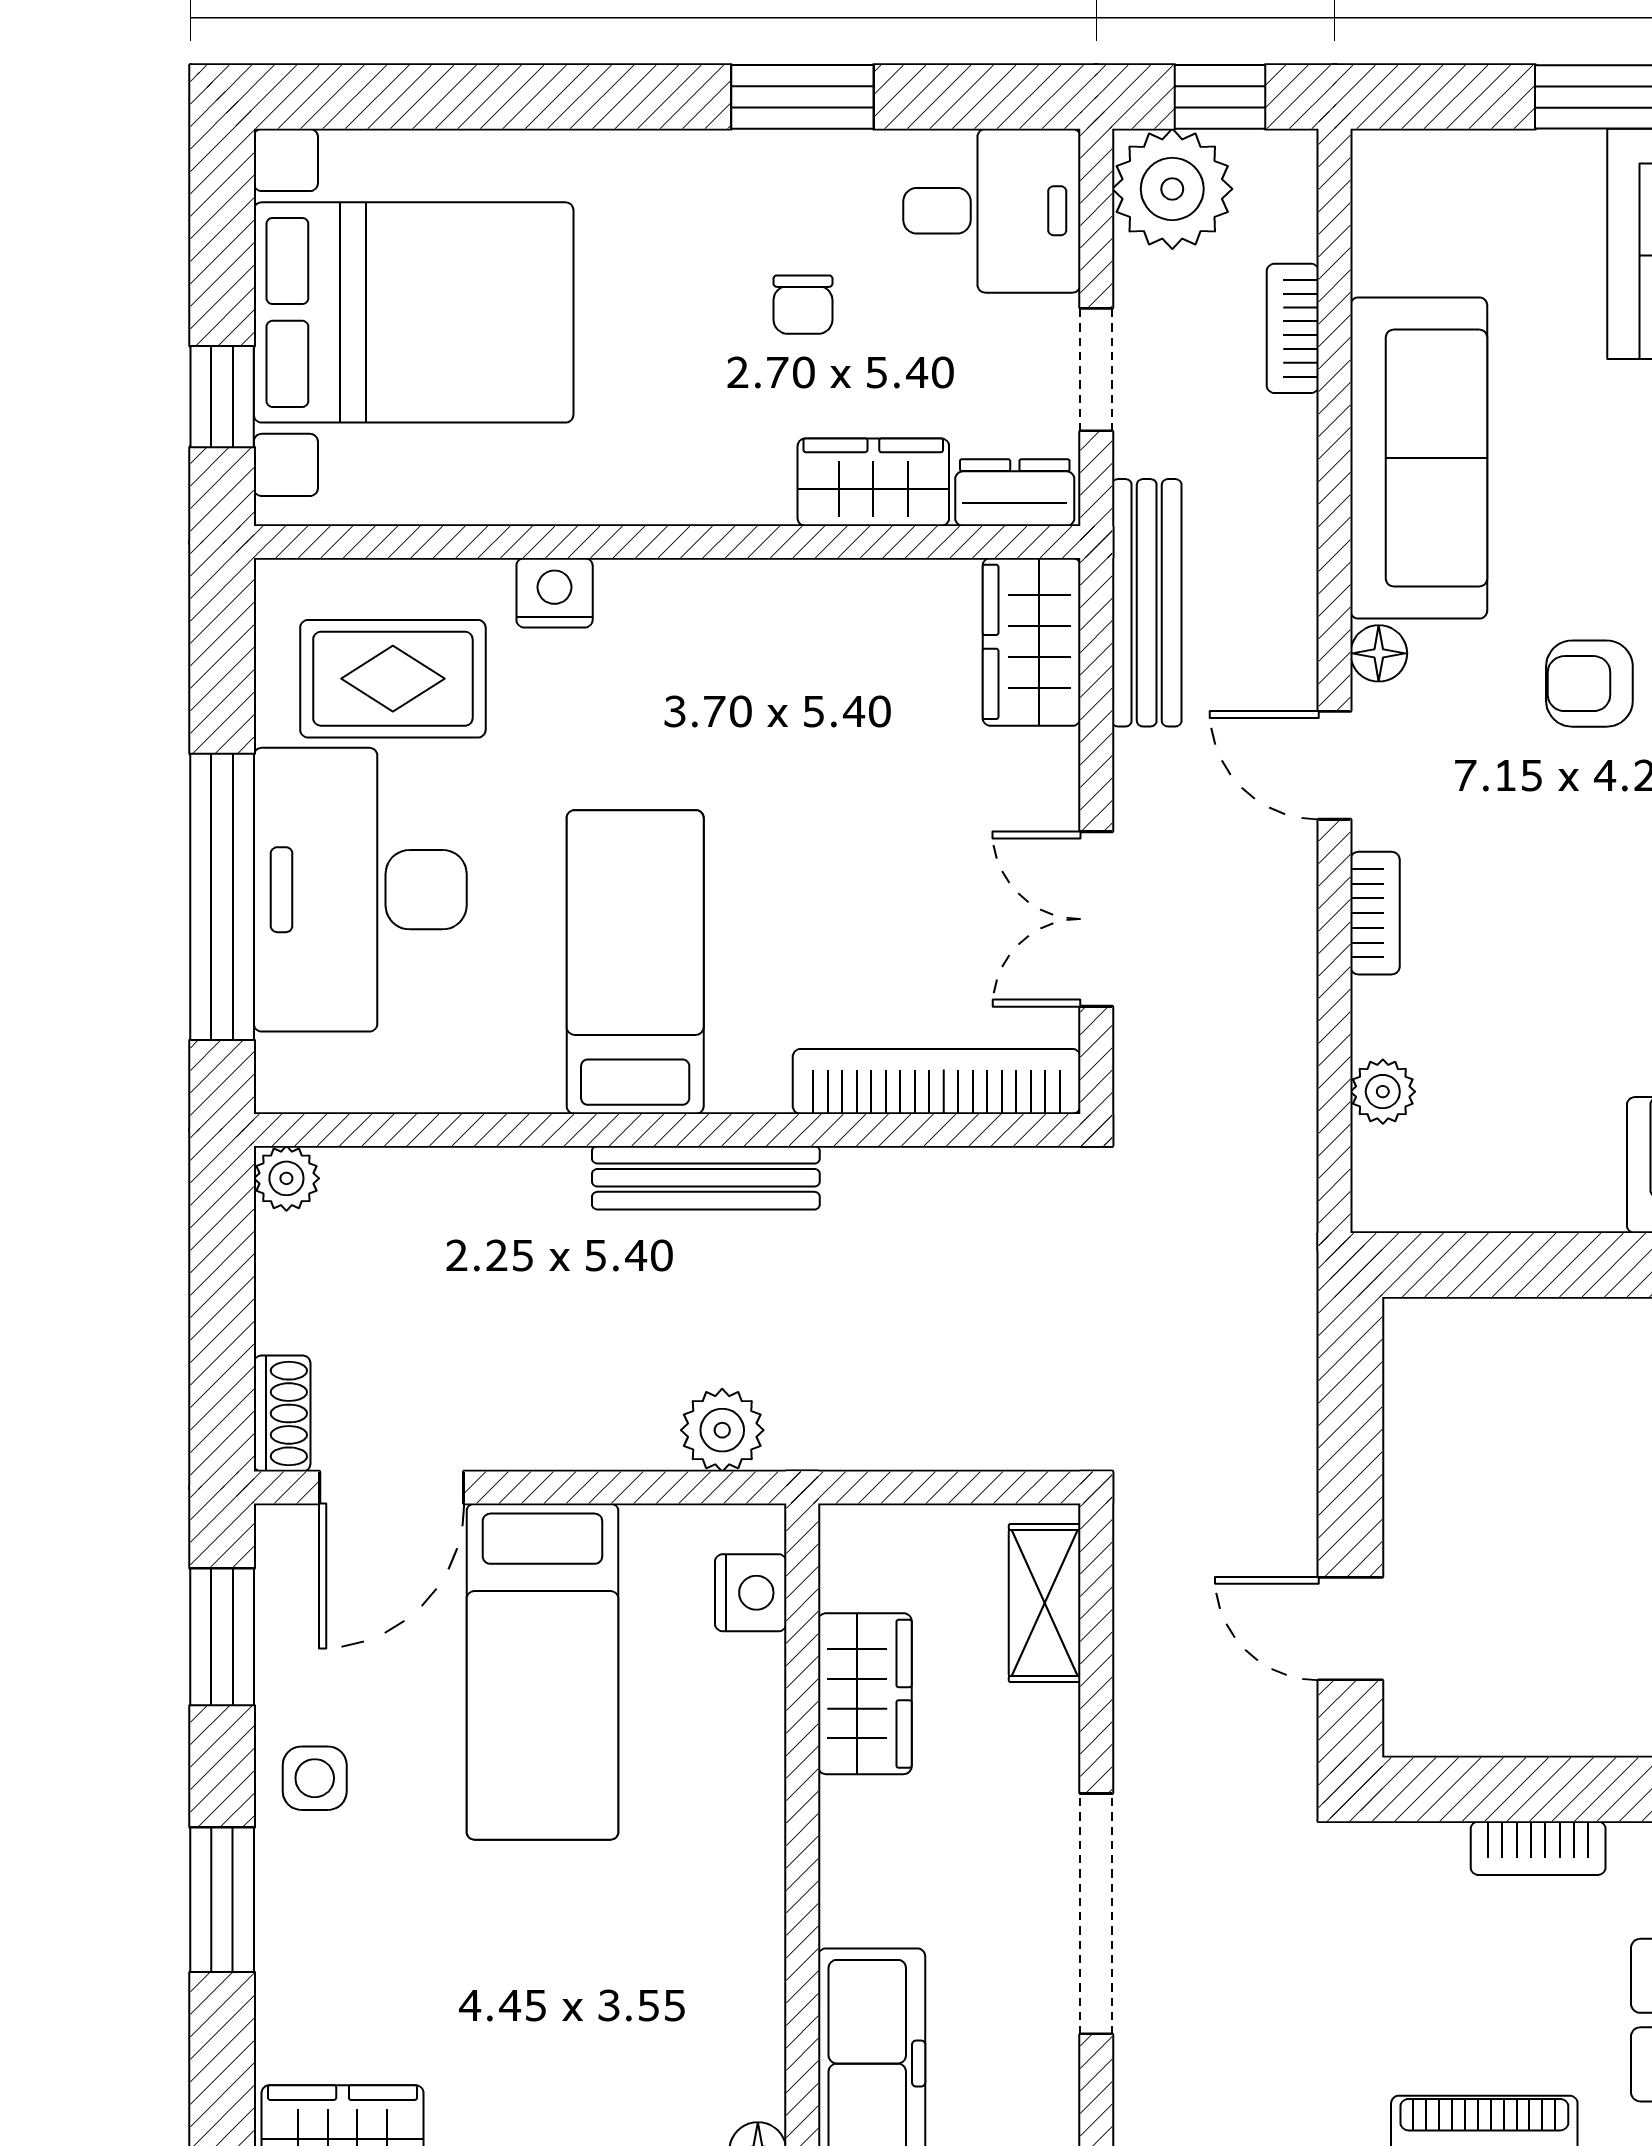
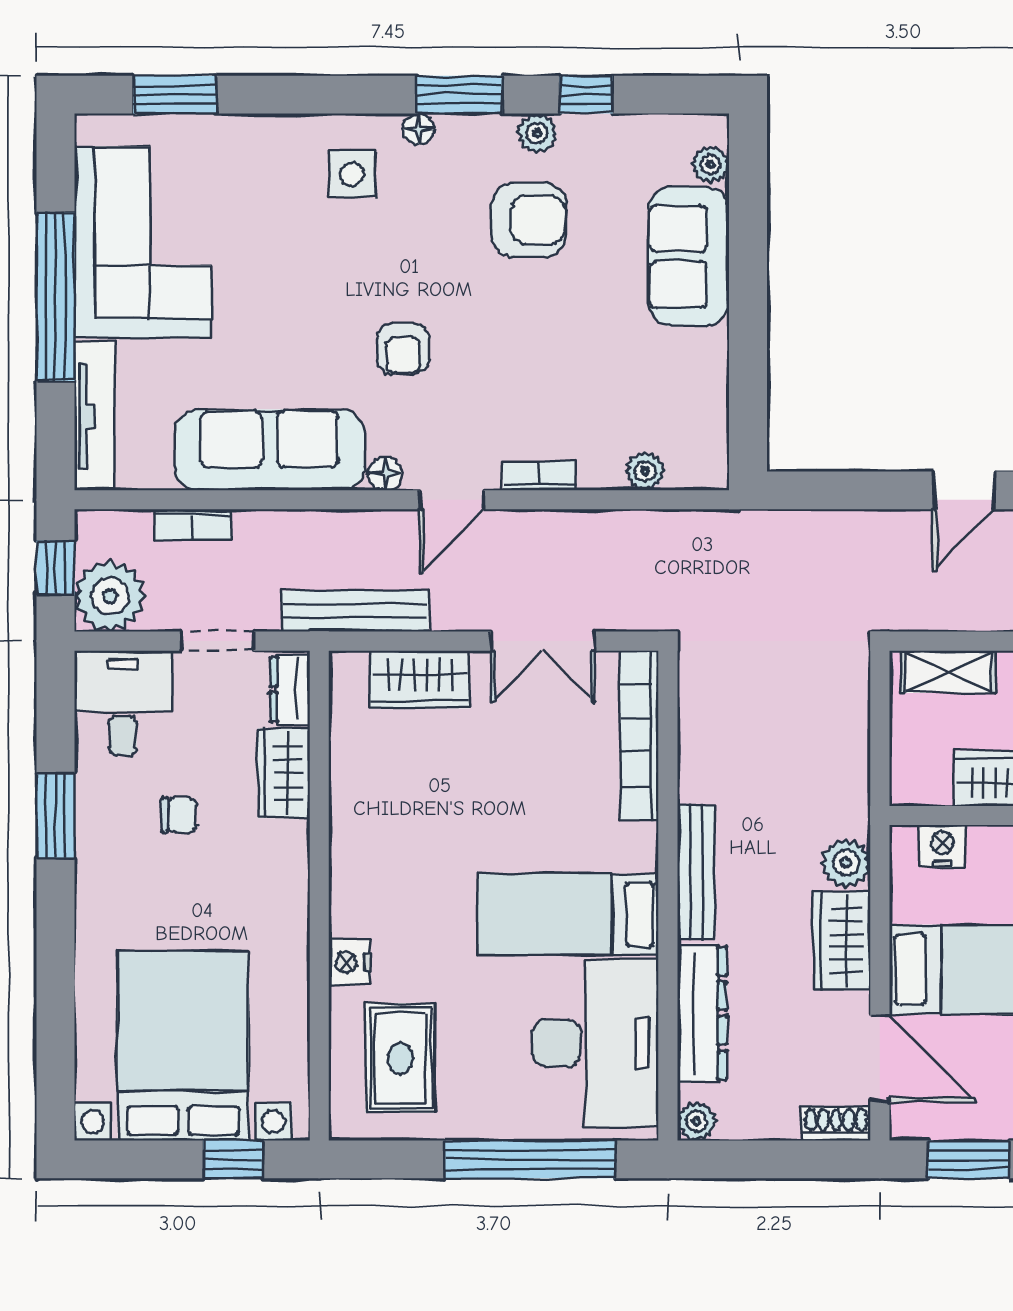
tv unit: (1476, 163) -> (94, 416), added
wardrobe: (1032, 642) -> (420, 679), moved
desk: (360, 890) -> (595, 1043), moved, turned -90
dresser: (469, 1188) -> (702, 1013), added
wardrobe: (591, 1423) -> (842, 941), added

